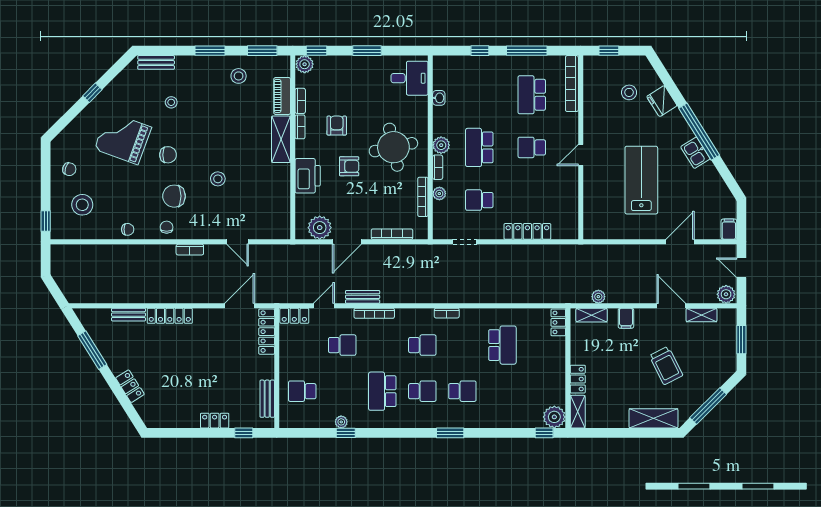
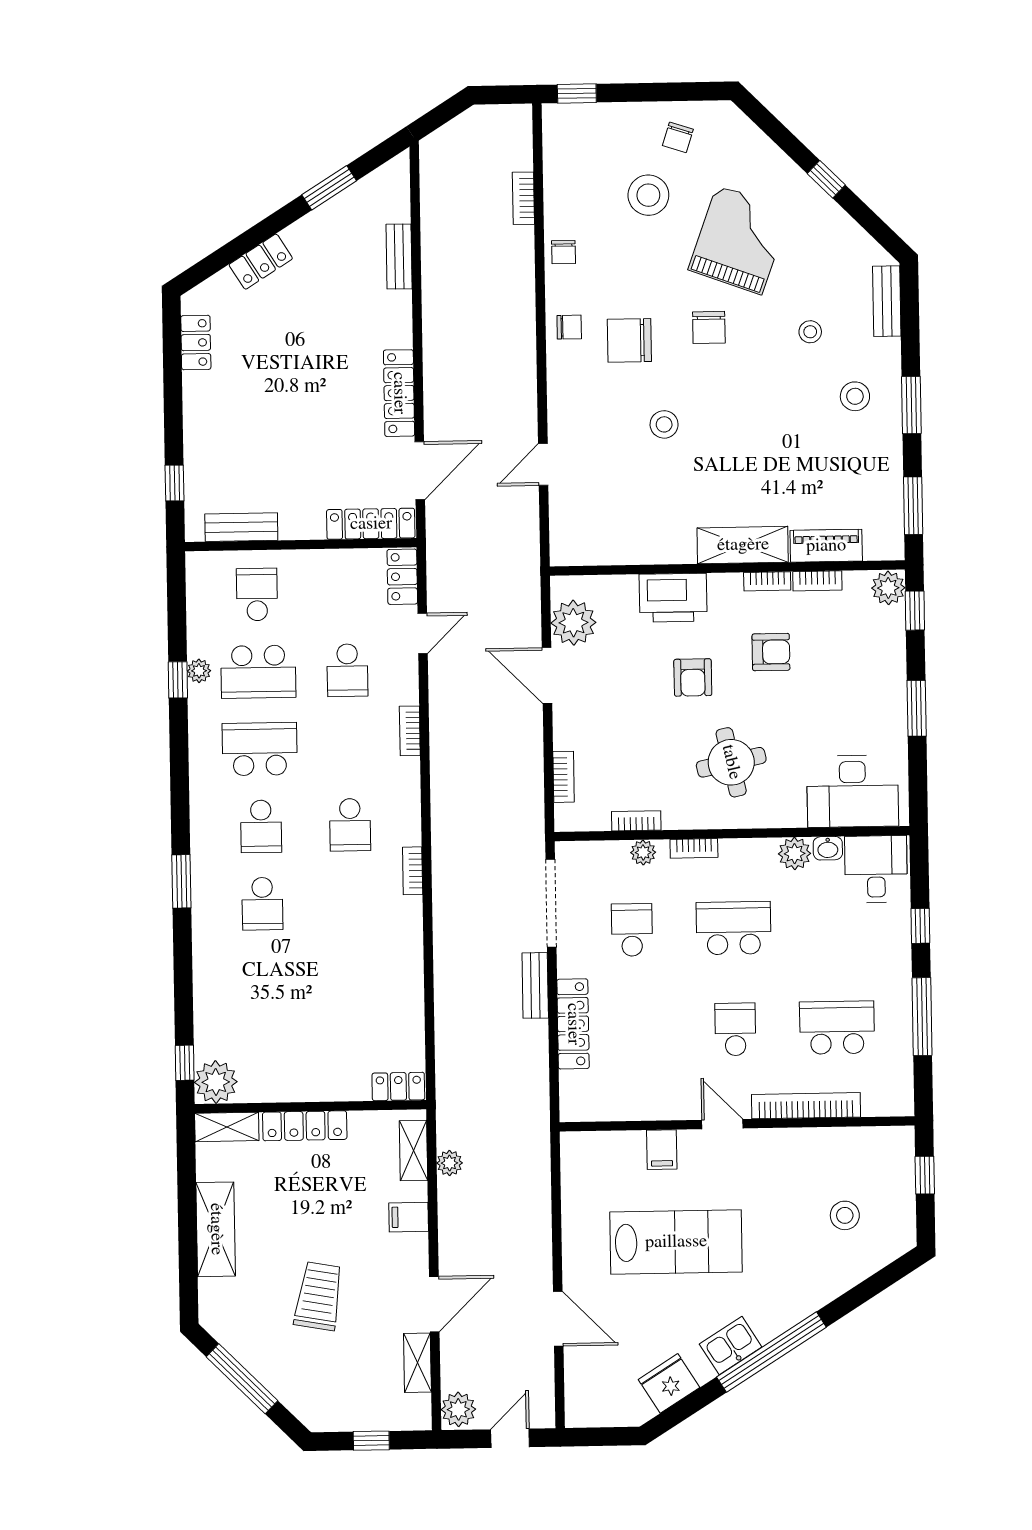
desk: (450, 73) -> (876, 869), added
stool: (239, 76) -> (855, 396), moved
desk: (409, 78) -> (853, 791), width x1.37
bookcase: (572, 84) -> (806, 1106), moved
fridge: (662, 101) -> (669, 1383), moved
plant: (441, 145) -> (795, 854), moved
round table: (393, 147) -> (731, 762), width x0.73, depth x0.73
chair: (174, 196) -> (629, 340), turned -90
bookcase: (423, 197) -> (636, 821), width x0.64
stool: (82, 205) -> (648, 195), moved
filing cabinet: (729, 229) -> (662, 1150), moved, turned 90
bookcase: (392, 234) -> (564, 777), width x0.64
doorway: (465, 242) -> (551, 903), width x1.88
bookcase: (190, 250) -> (523, 198), moved
bench: (363, 297) -> (535, 985), moved
door: (240, 306) -> (420, 471), hinge flipped
door: (324, 306) -> (423, 633), hinge flipped
bookcase: (374, 313) -> (410, 731), width x0.64
locker: (170, 316) -> (399, 393), moved
window: (741, 340) -> (371, 1441), width x0.67
school desk: (502, 345) -> (258, 672), moved
window: (92, 350) -> (329, 188), width x0.69
trolley: (666, 366) -> (319, 1296), turned 127
locker: (578, 379) -> (305, 1126), width x1.53
shelving: (653, 418) -> (216, 1229), moved
locker: (215, 421) -> (196, 343), moved

